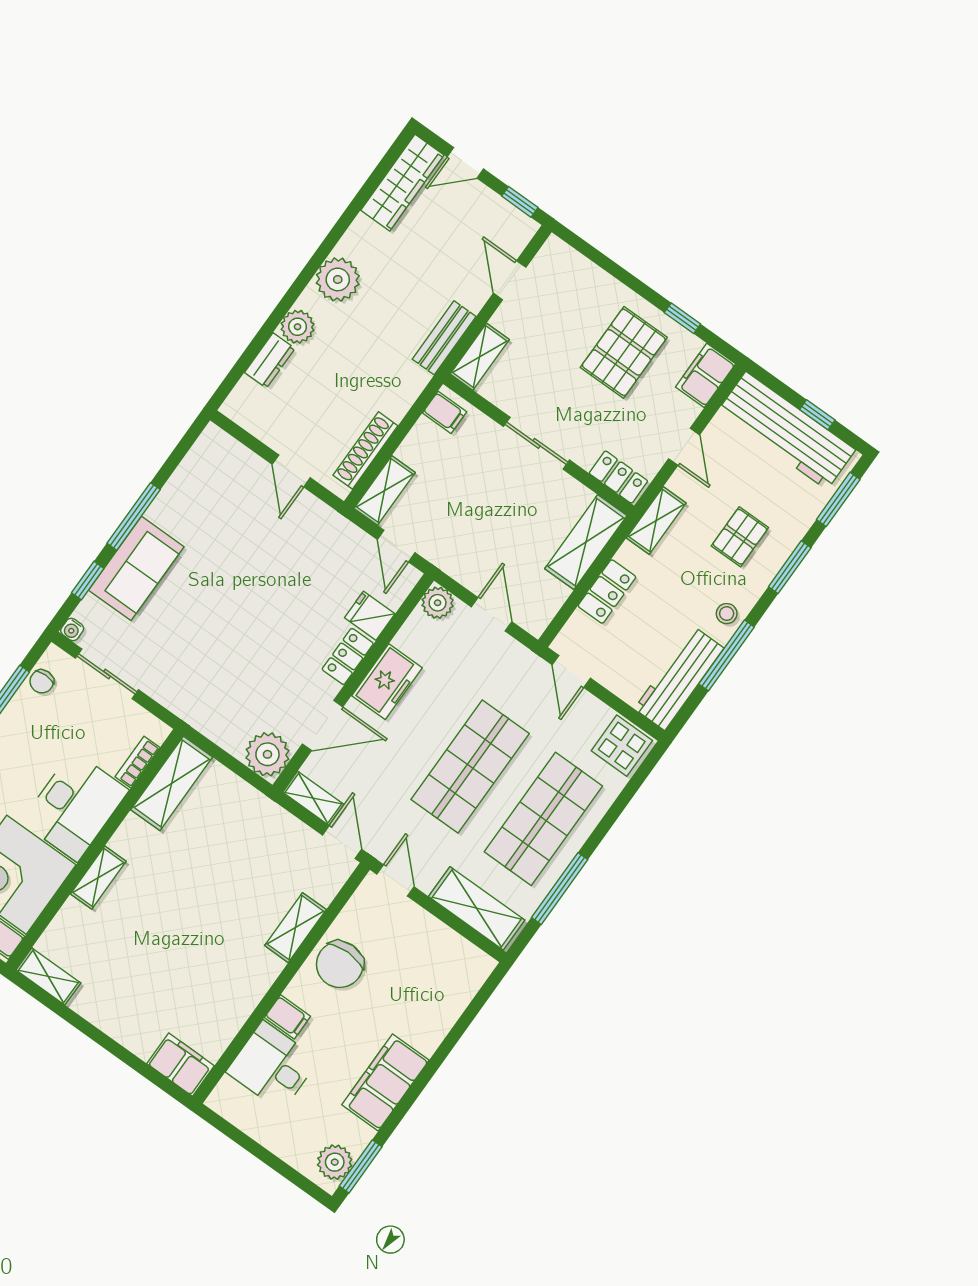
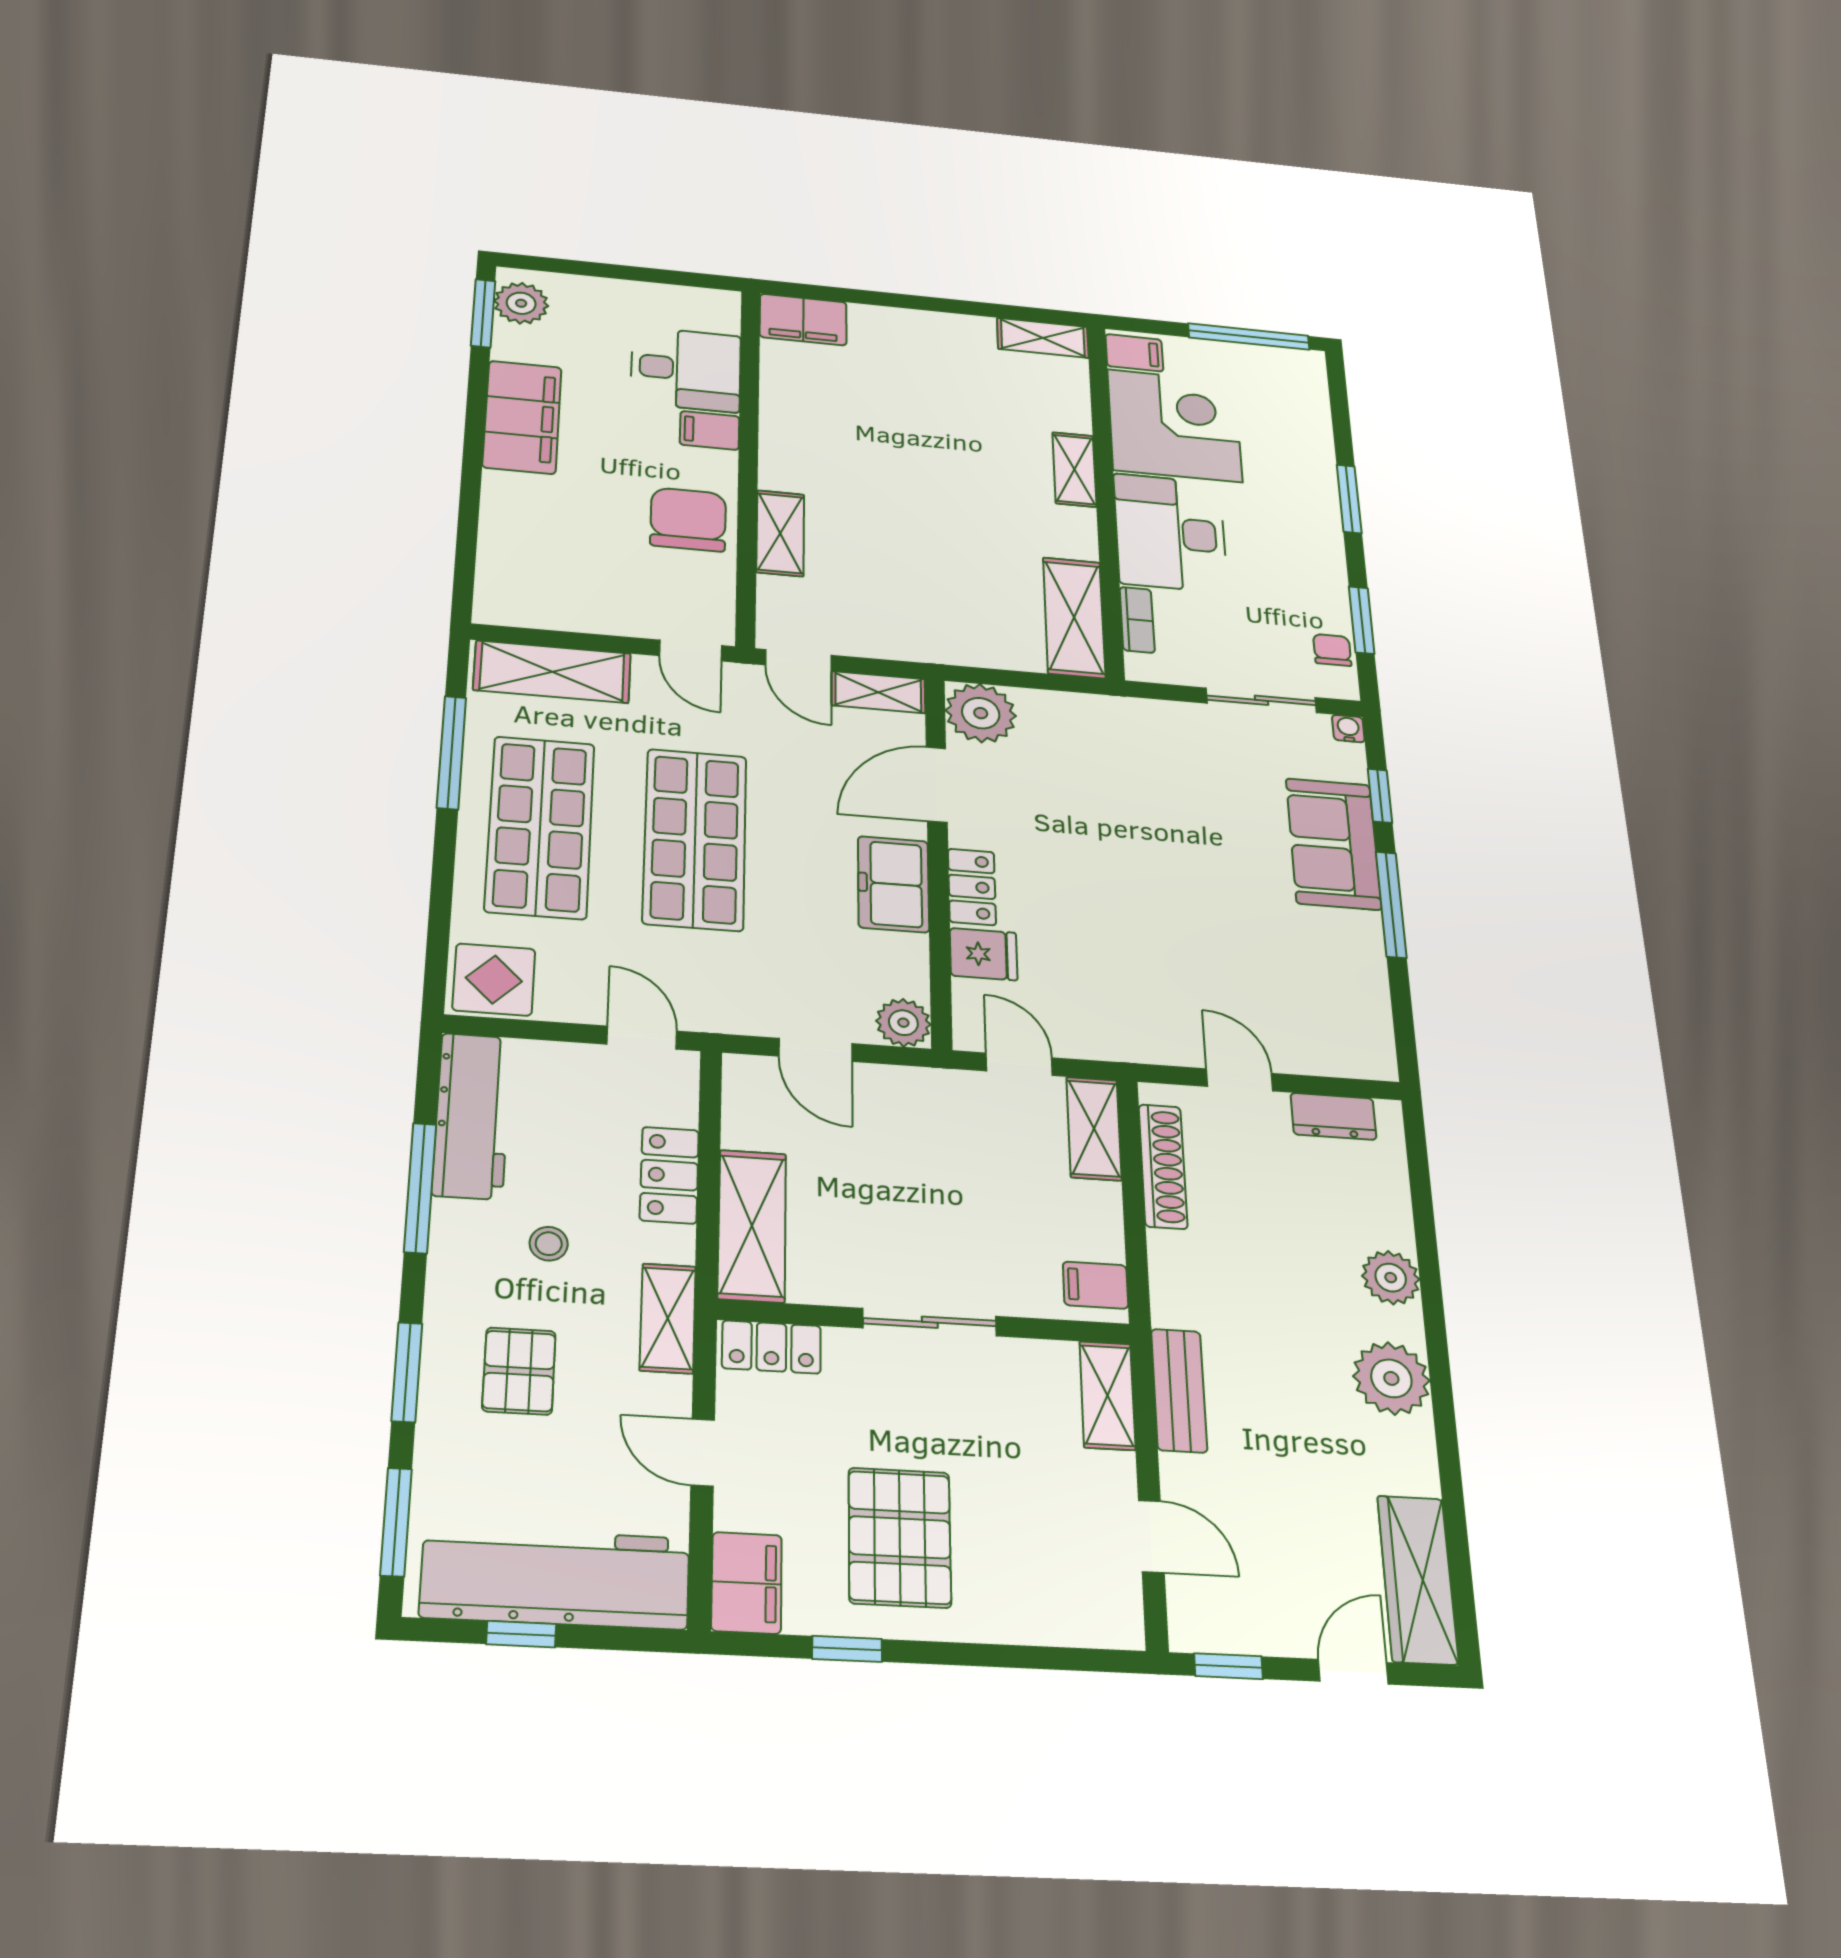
dresser: (270, 360) -> (1333, 1116), moved, turned -90
stool: (727, 614) -> (549, 1244), moved

